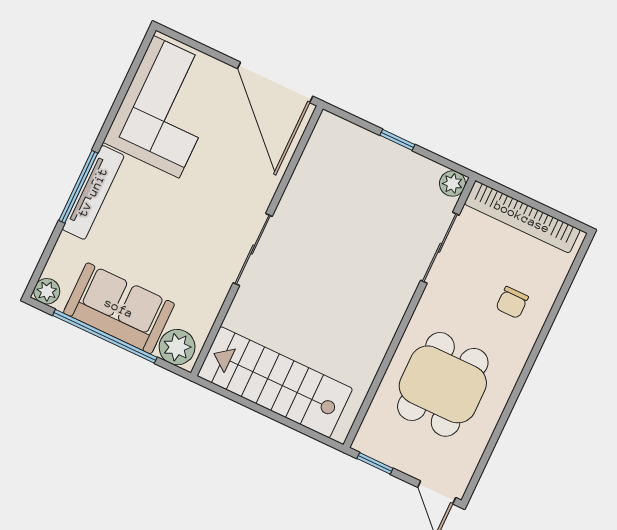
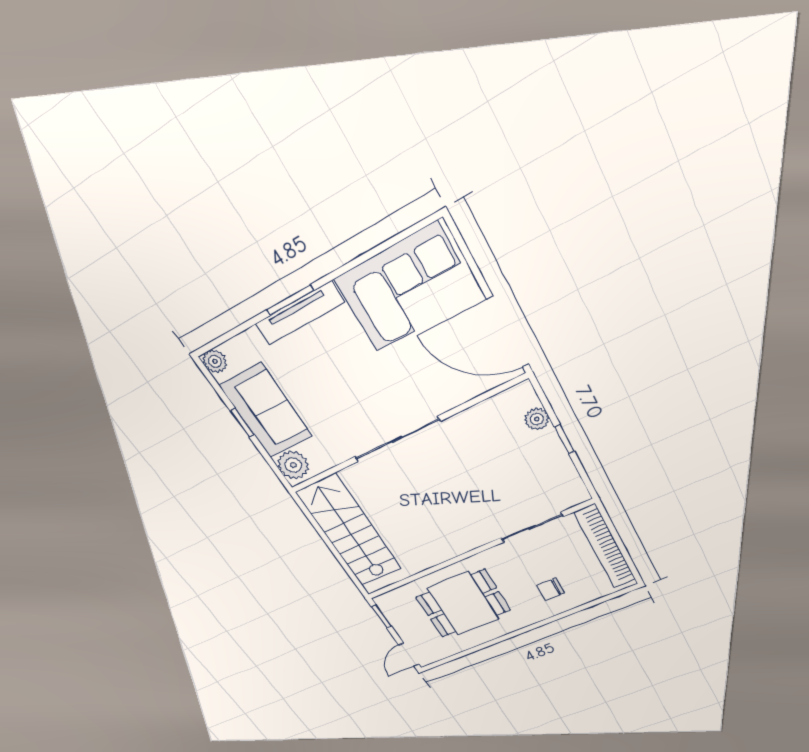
door: (275, 82) -> (508, 332), hinge flipped
plant: (452, 184) -> (537, 419), moved
window: (78, 187) -> (290, 300), width x0.69
sliding door: (253, 250) -> (397, 439), width x1.37
window: (105, 336) -> (242, 423), width x0.32

